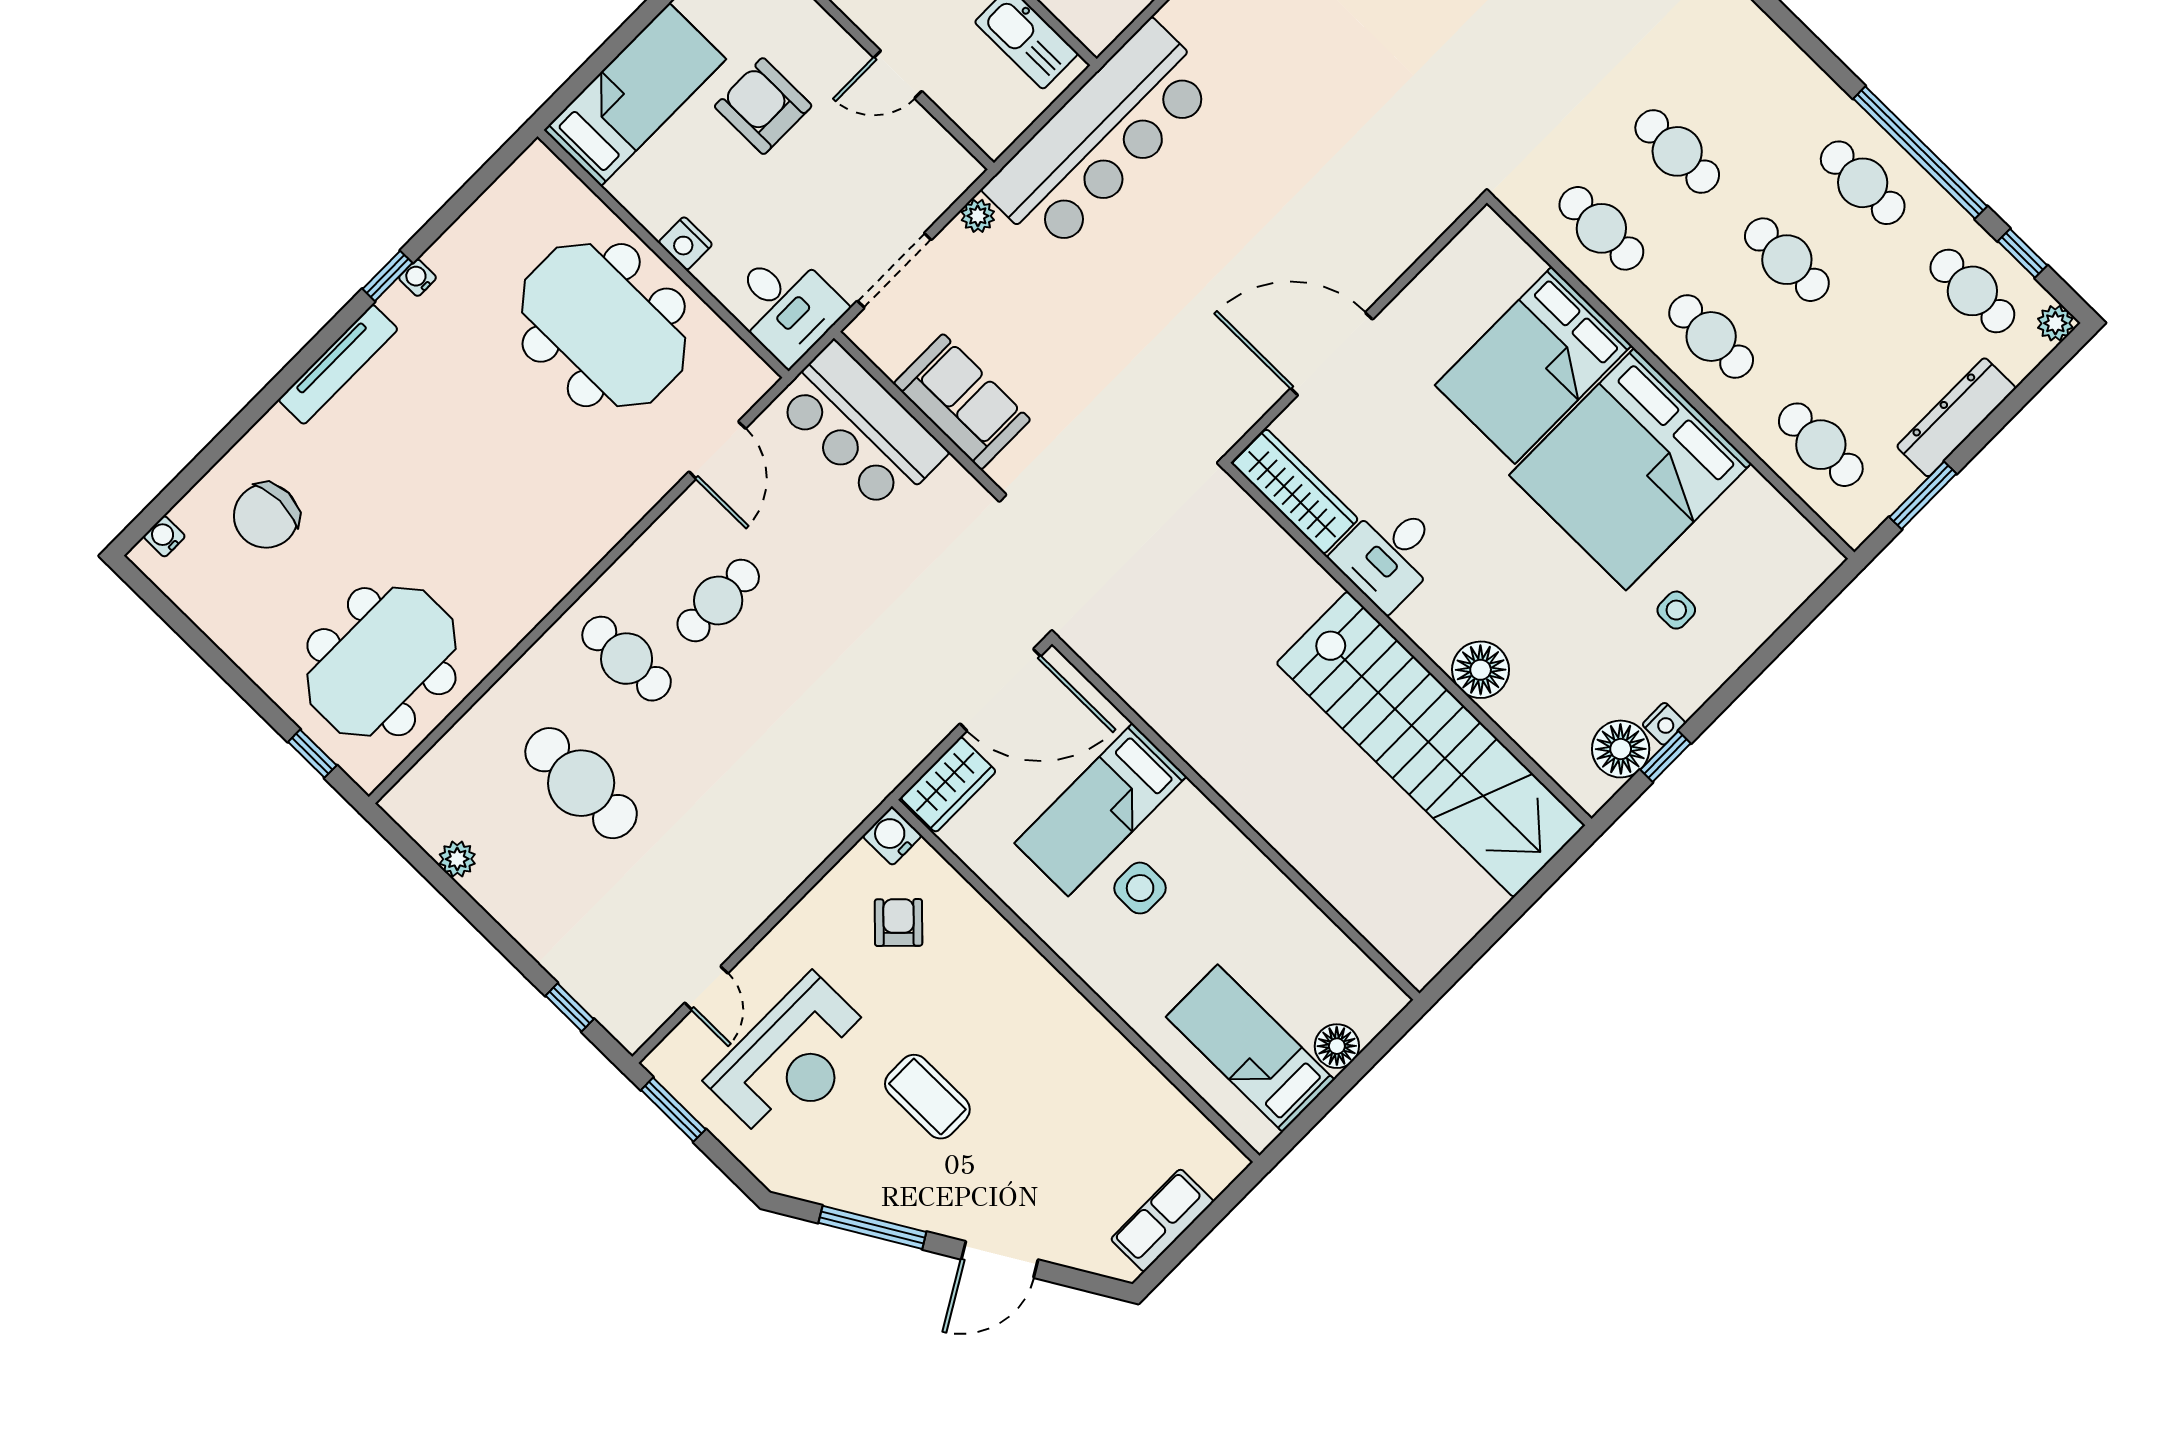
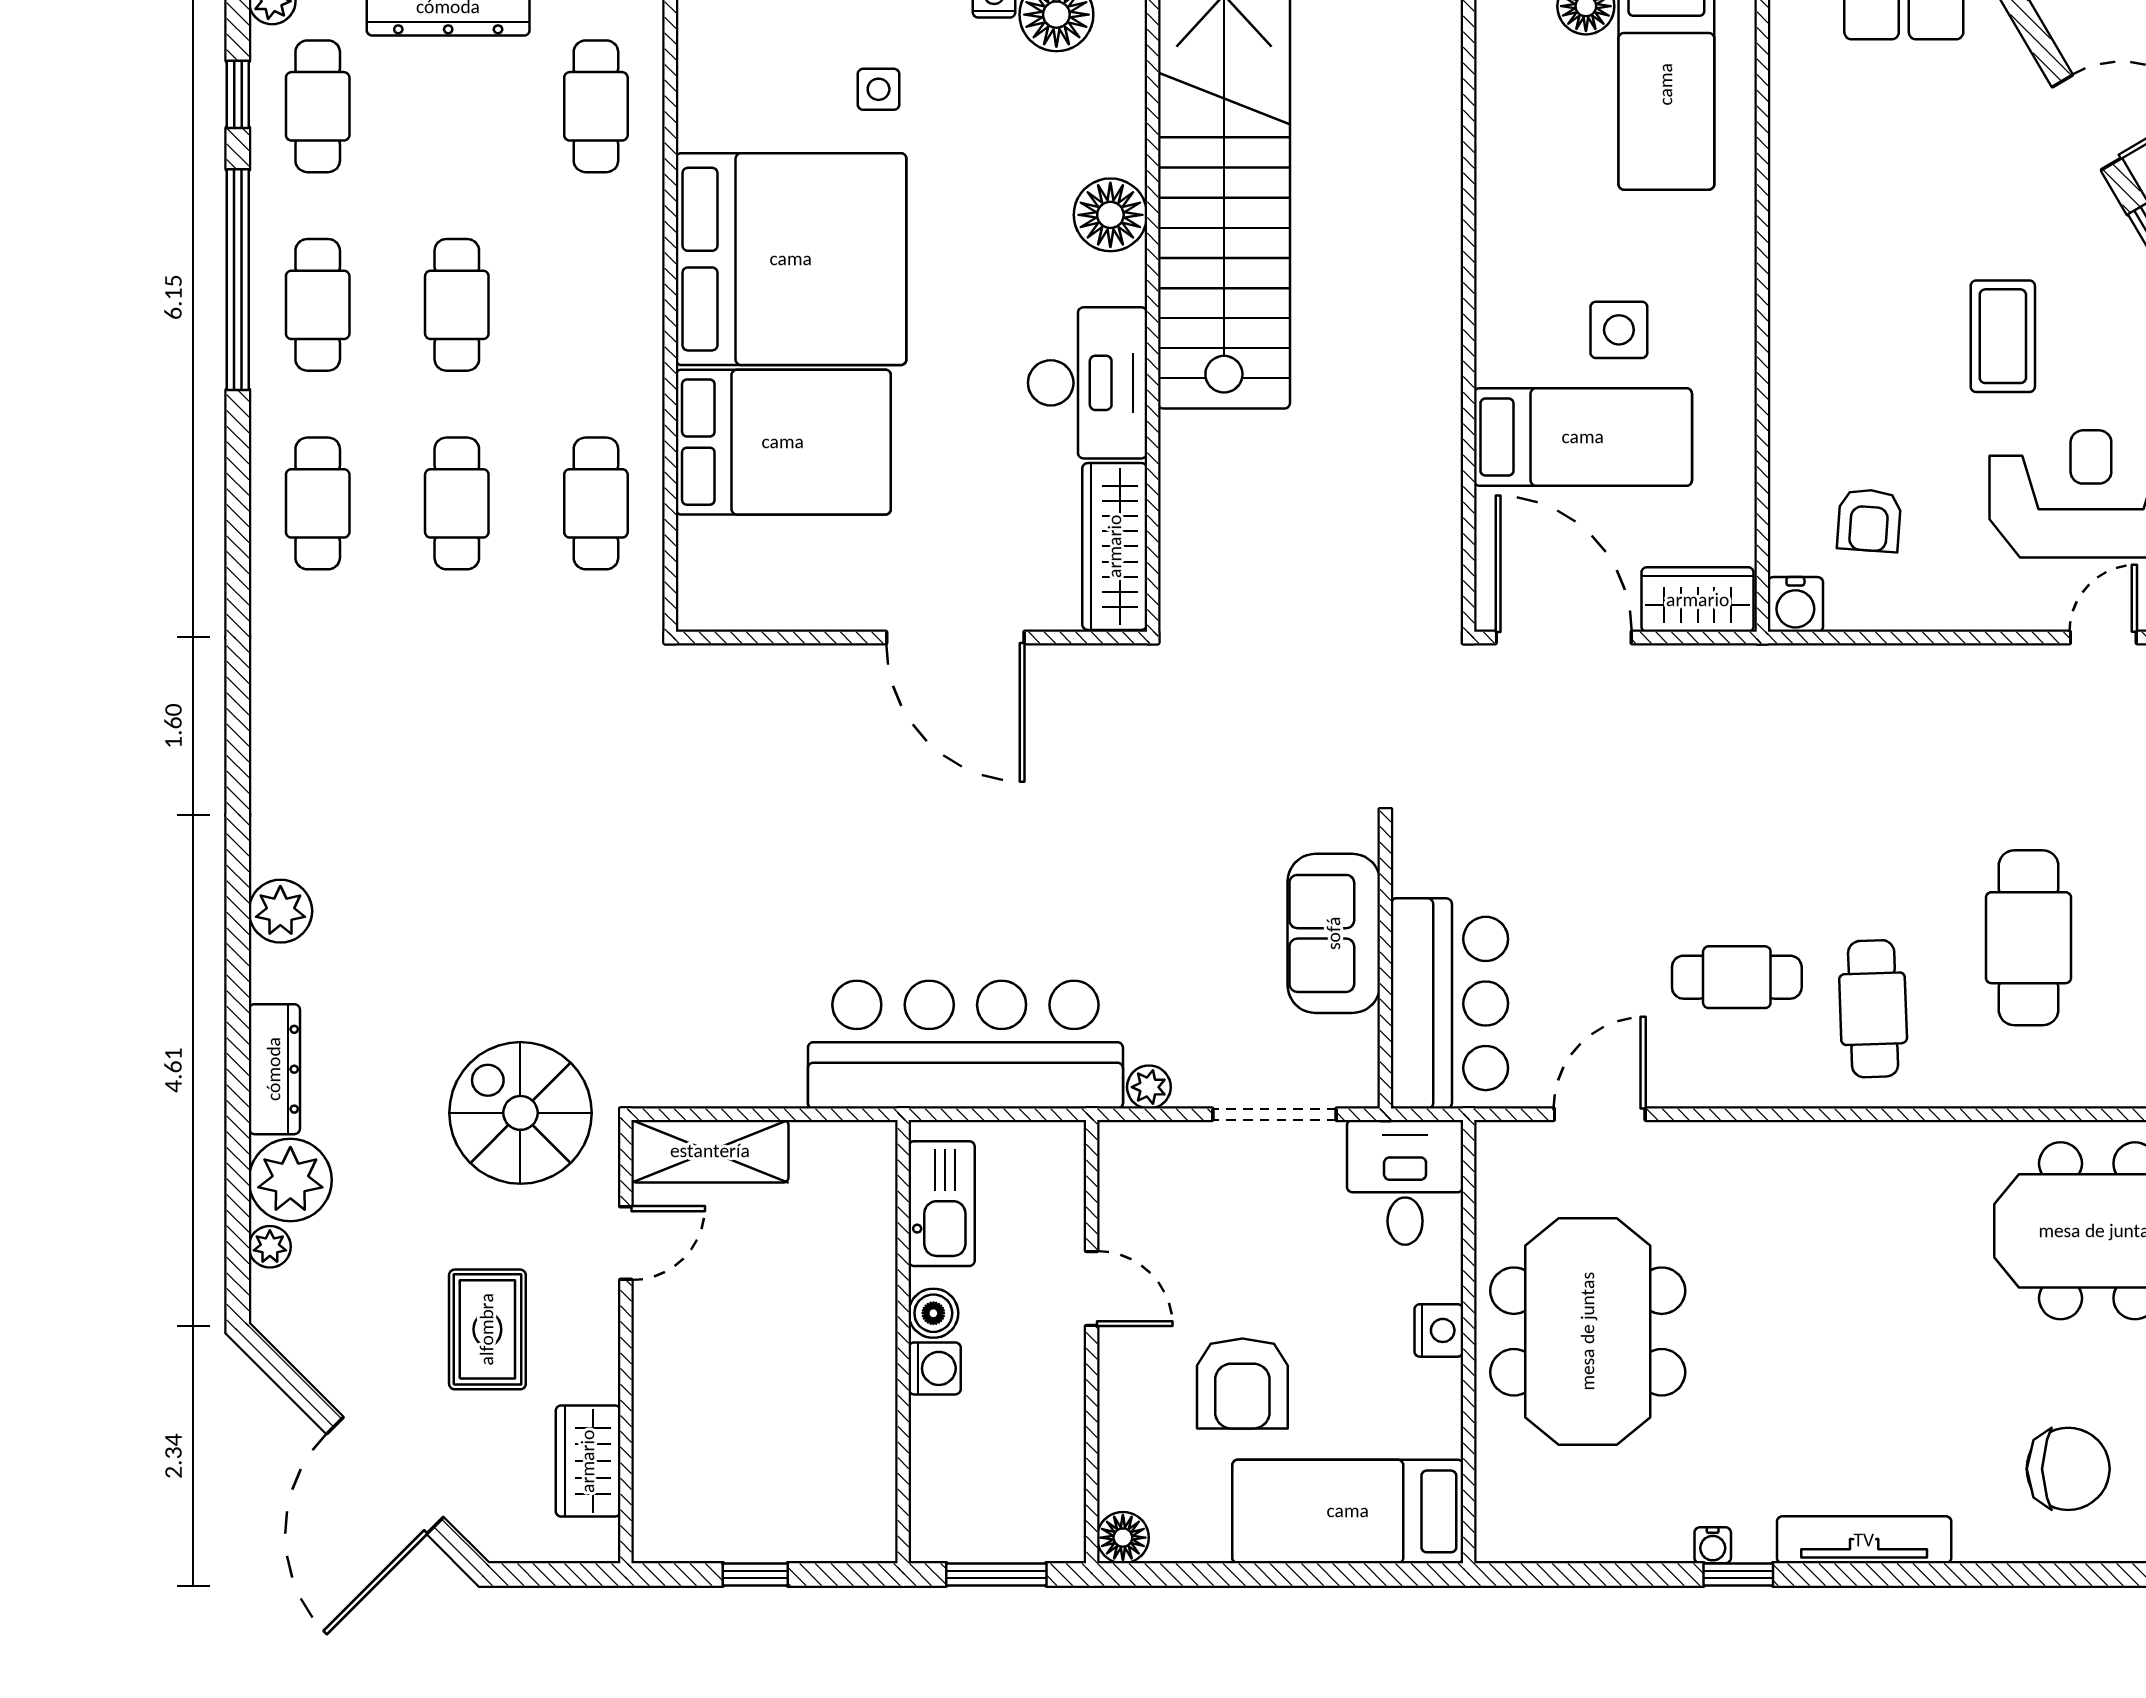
cafe table: (1711, 337) -> (318, 503), moved
desk: (1389, 554) -> (1088, 383), width x1.37
armchair: (899, 923) -> (1869, 520), turned -41

